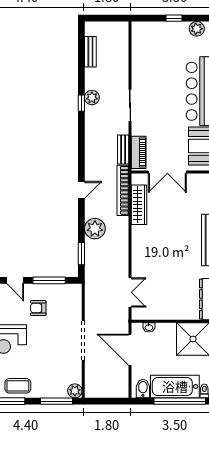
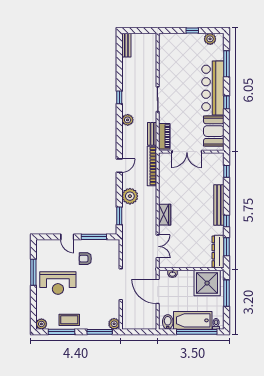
bench: (90, 52) -> (126, 45), moved
plant: (92, 98) -> (128, 120), moved
wardrobe: (139, 205) -> (165, 215), moved, width x0.67

